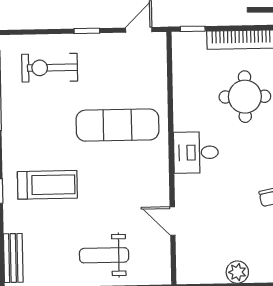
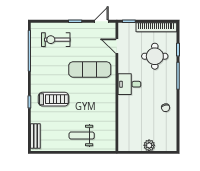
door: (173, 221) -> (117, 46), moved

